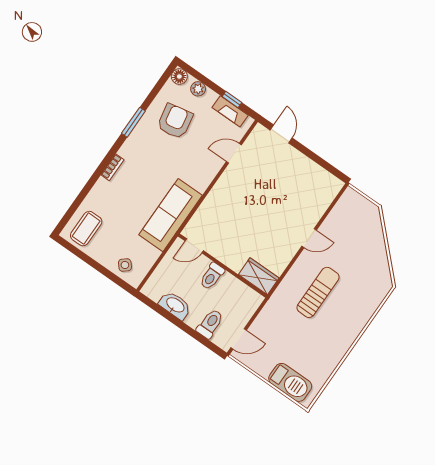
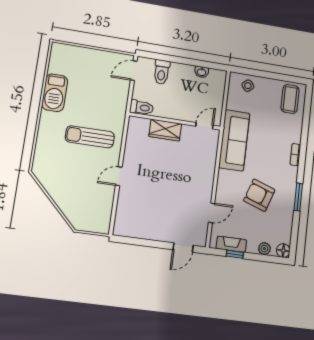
armchair: (175, 121) -> (259, 195), moved, turned 120
door: (281, 134) -> (183, 248), hinge flipped
toilet: (212, 276) -> (142, 108), moved, turned 90
wardrobe: (259, 276) -> (165, 130), moved
sun lounger: (318, 292) -> (90, 137), turned 90
washbasin: (175, 305) -> (202, 72), width x0.52, depth x0.69
barbecue: (290, 382) -> (55, 93), moved, turned -90

